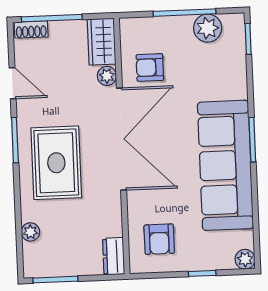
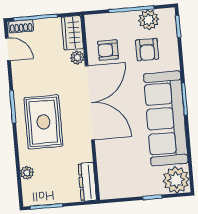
door: (13, 83) -> (8, 49), moved
armchair: (159, 239) -> (147, 50), moved
dresser: (114, 256) -> (87, 182), width x1.44
plant: (245, 259) -> (176, 180), width x1.87, depth x1.87

